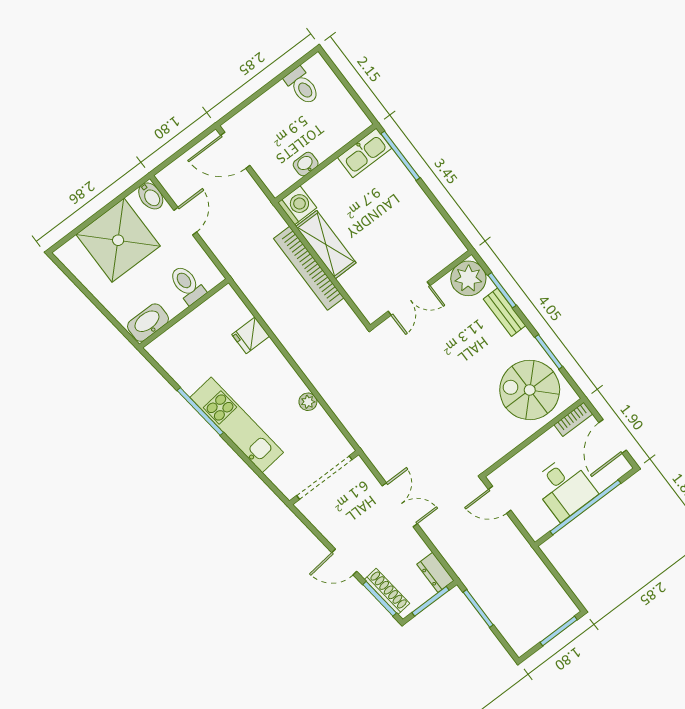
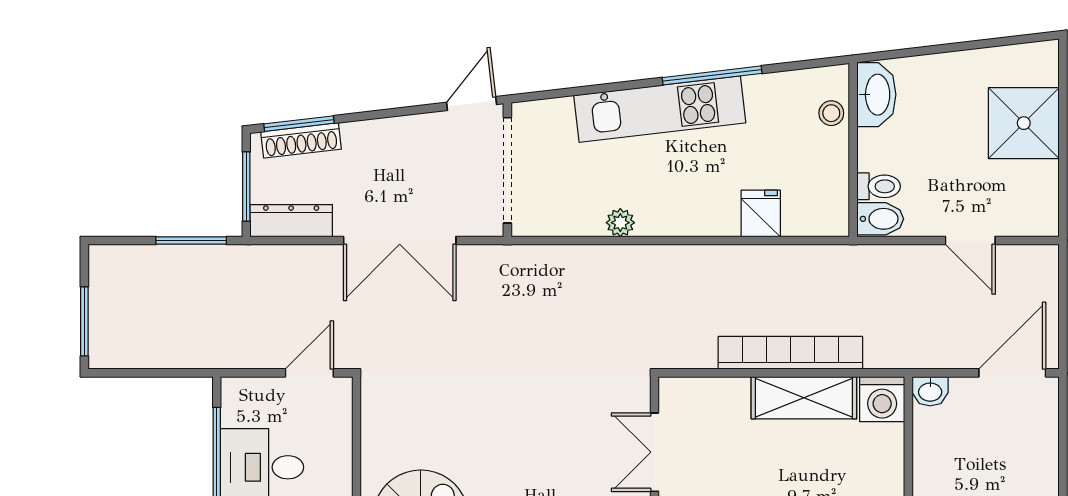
washbasin: (306, 164) -> (930, 391), moved, turned 90
bidet: (151, 196) -> (880, 219), moved, turned 180
shower: (118, 240) -> (1024, 123), width x0.73, depth x0.73
toilet: (187, 285) -> (879, 186), width x0.73, depth x0.72
stool: (174, 338) -> (831, 113), added
double door: (400, 505) -> (400, 240), width x1.37
door: (344, 562) -> (472, 103), moved
dresser: (435, 572) -> (291, 221), width x1.44

